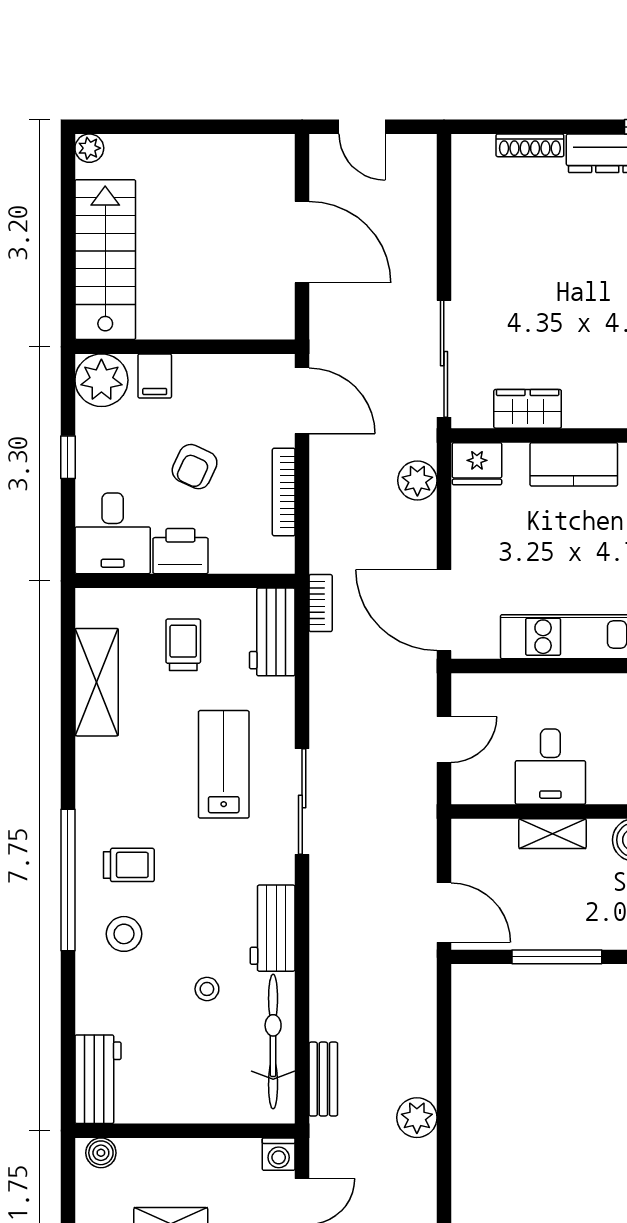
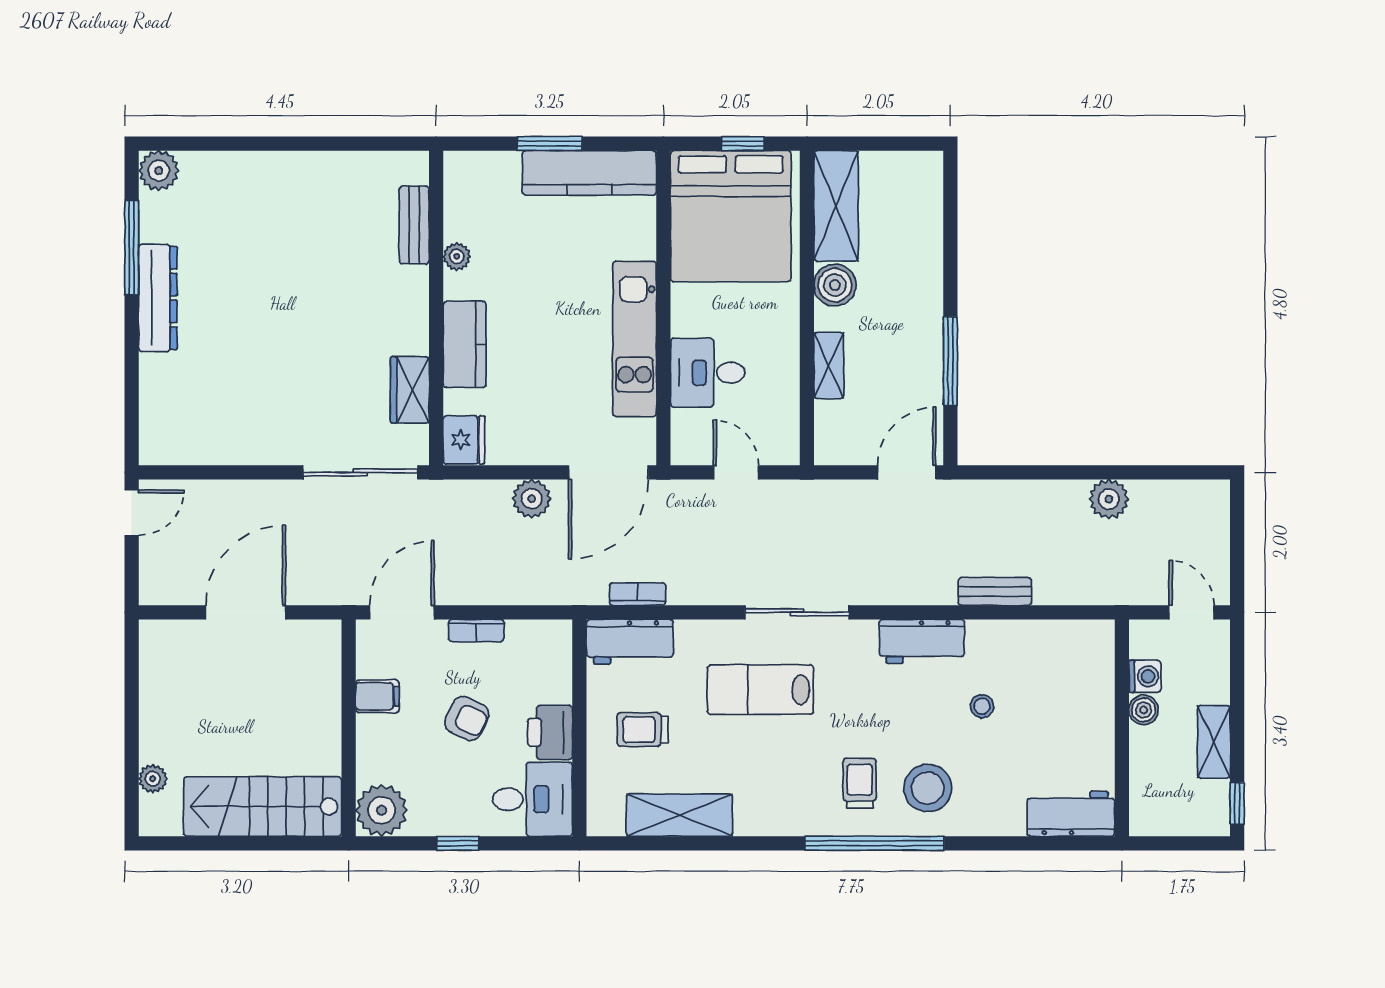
door: (362, 127) -> (132, 513), moved
shoe rack: (530, 145) -> (150, 388), removed
plant: (89, 148) -> (153, 779), moved
filing cabinet: (155, 376) -> (377, 696), moved
plant: (417, 480) -> (532, 499), moved
bookcase: (284, 492) -> (476, 630), width x0.64
bookcase: (321, 603) -> (638, 594), moved
desk: (550, 767) -> (708, 373), moved, turned 180
stool: (124, 934) -> (928, 788), width x1.38, depth x1.38
bicycle: (273, 1042) -> (1034, 641), removed
bench: (323, 1079) -> (995, 591), moved
boiler: (101, 1153) -> (1144, 710), moved
washing machine: (279, 1154) -> (1145, 676), moved

